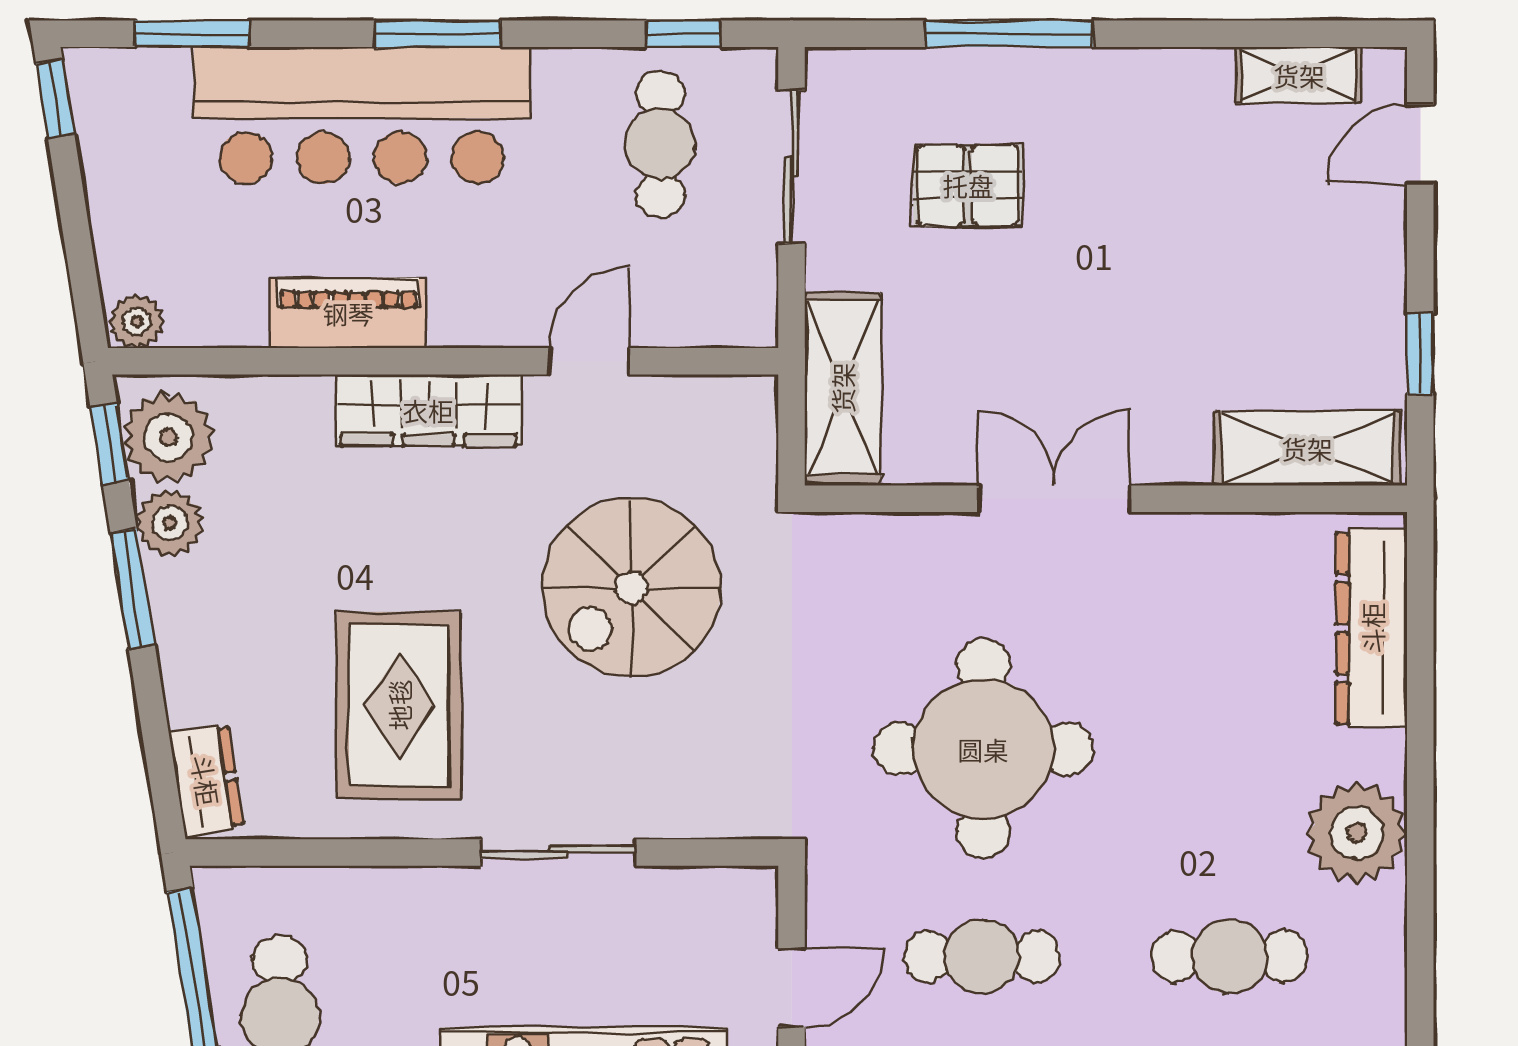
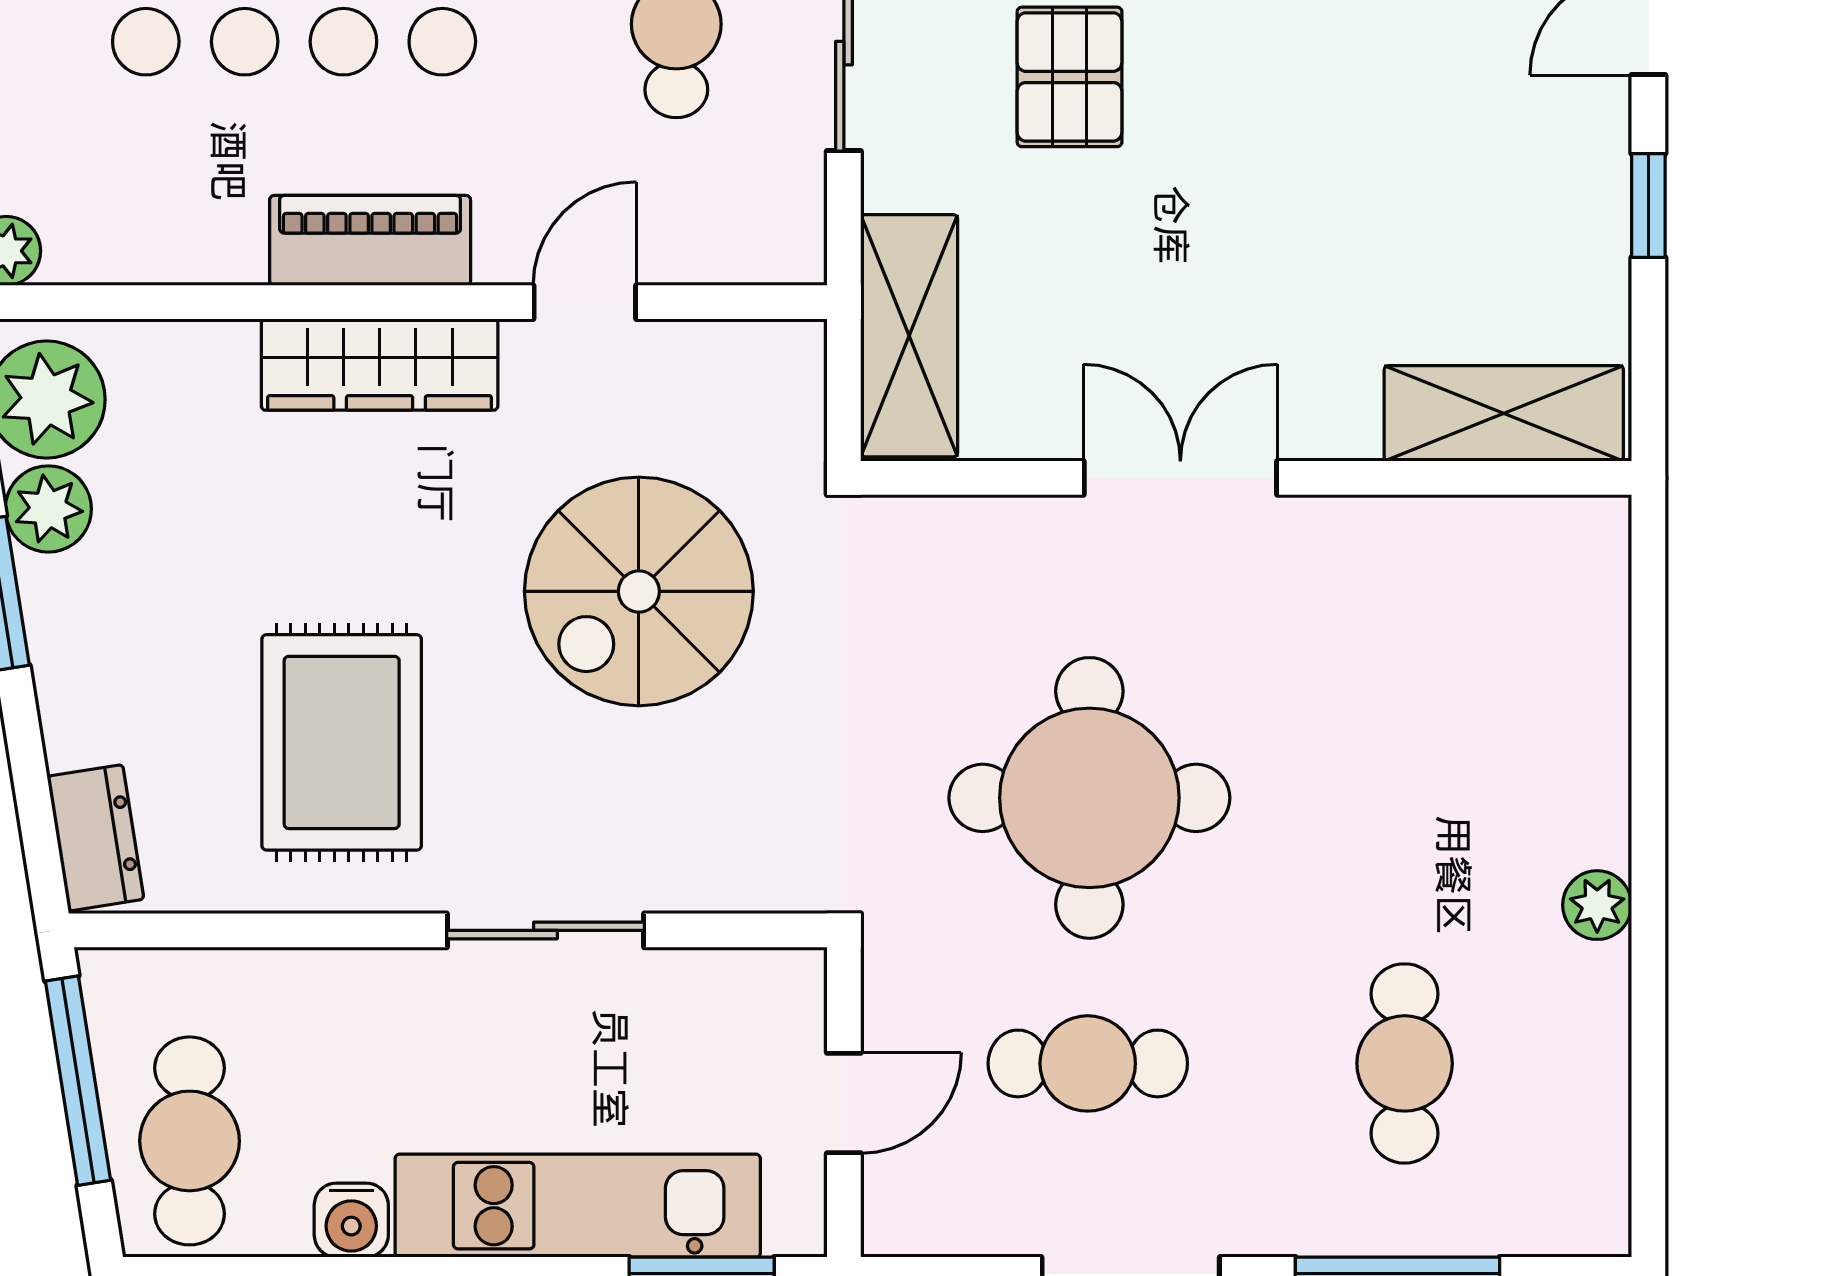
pallet: (968, 185) -> (1070, 77), turned 90
piano: (348, 313) -> (370, 240), moved
window: (1420, 354) -> (1648, 205), moved
dresser: (1372, 628) -> (1586, 644), removed
plant: (1357, 833) -> (1597, 905), width x0.53, depth x0.53
cafe table: (1230, 956) -> (1405, 1063), turned 90

